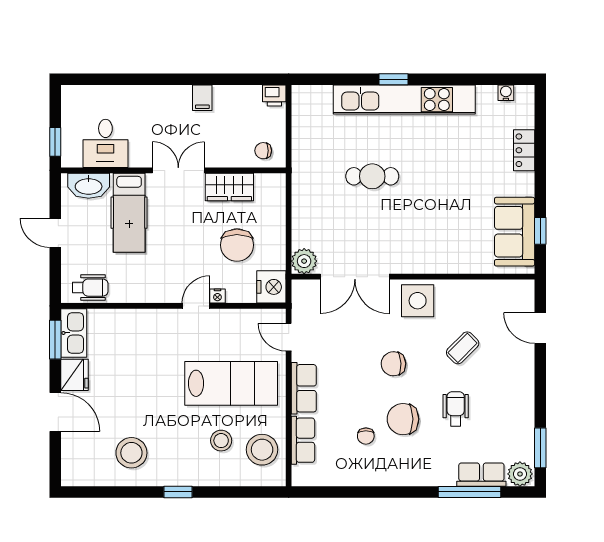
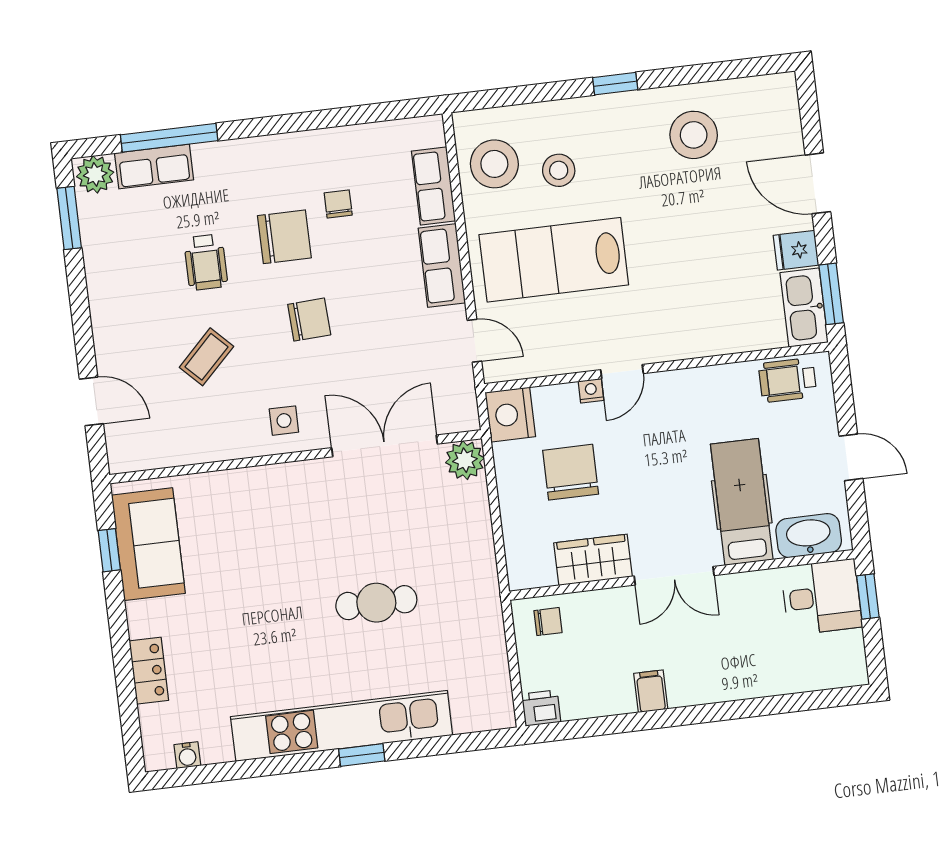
desk: (105, 143) -> (822, 597), moved, turned 90
side table: (418, 301) -> (284, 421), width x0.54, depth x0.54
fridge: (74, 375) -> (796, 250), width x0.72

